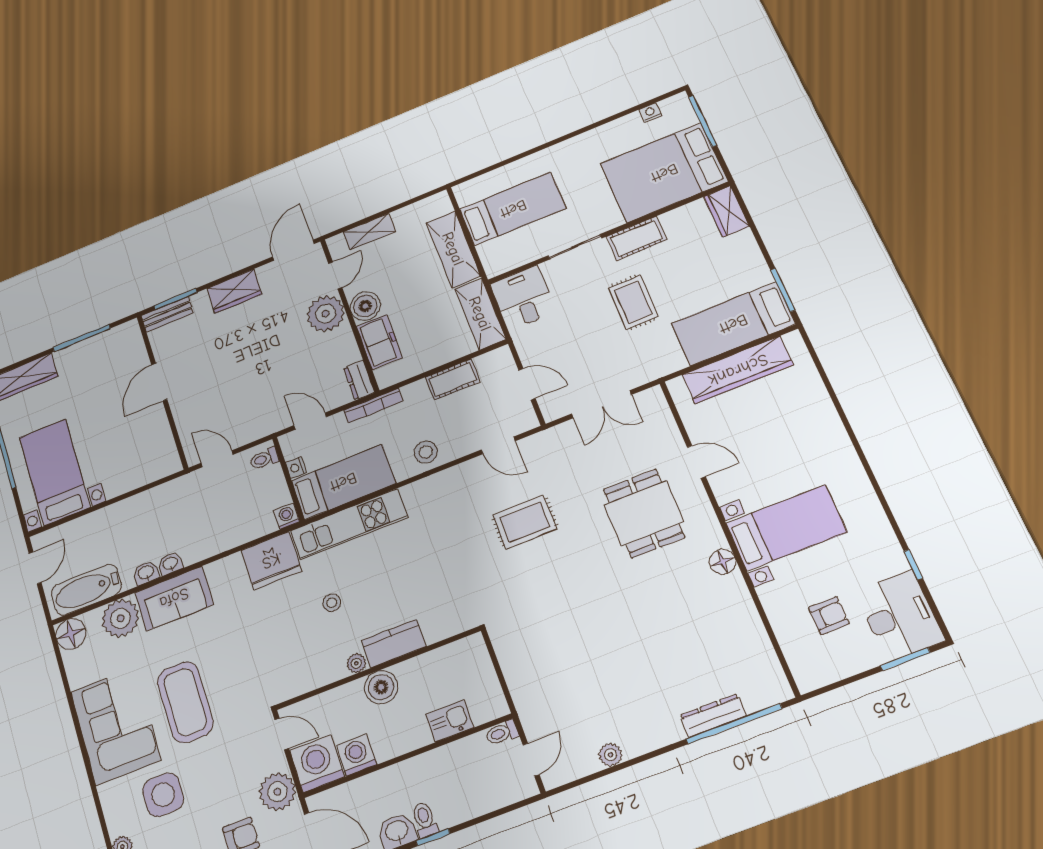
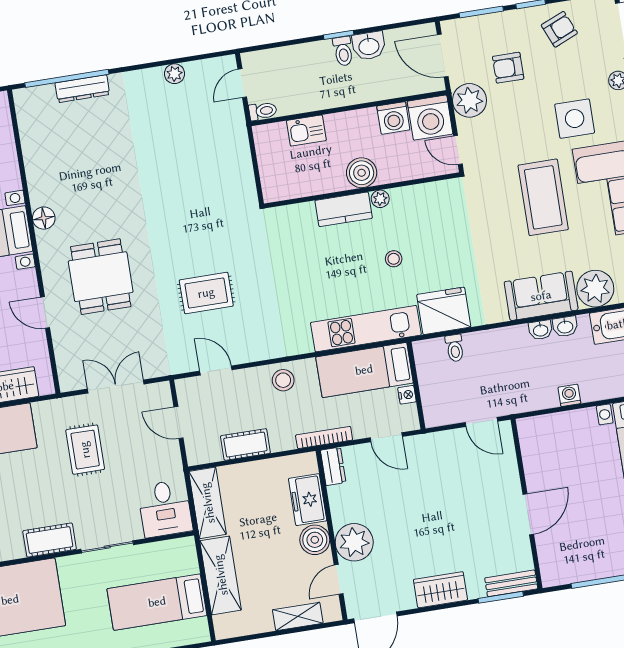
rug: (633, 302) -> (85, 450), moved
toilet: (264, 459) -> (455, 348), moved, turned 90
washing machine: (287, 516) -> (569, 395), moved, turned 180

